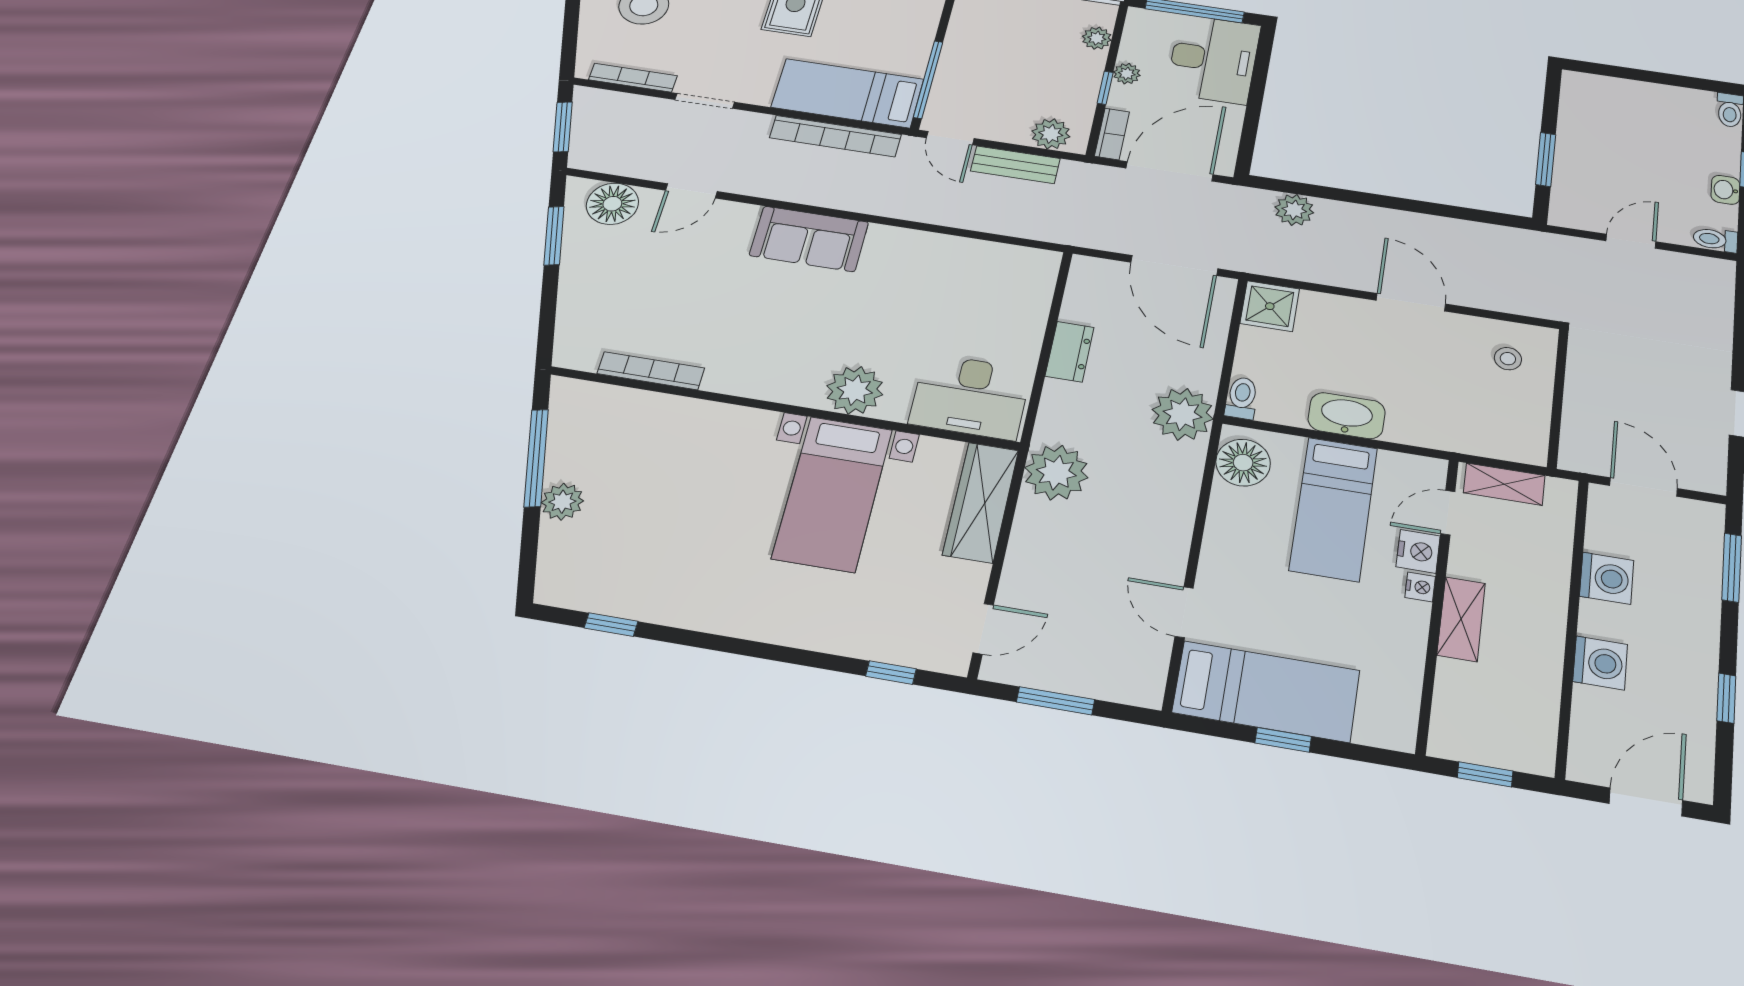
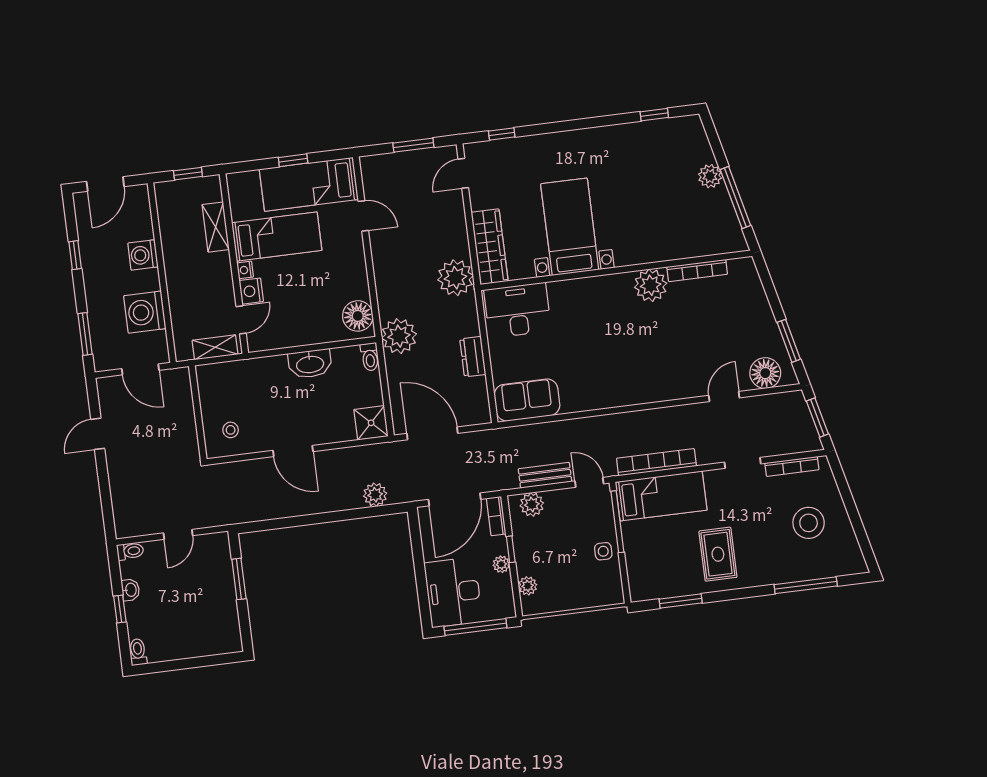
side table: (965, 50) -> (603, 551), added
sofa: (809, 239) -> (527, 400), moved
plant: (855, 390) -> (651, 285), moved
bed: (1334, 509) -> (277, 237), moved, turned 90
washing machine: (1607, 578) -> (145, 312), width x1.37, depth x1.37
shelving: (1461, 619) -> (216, 227), moved

